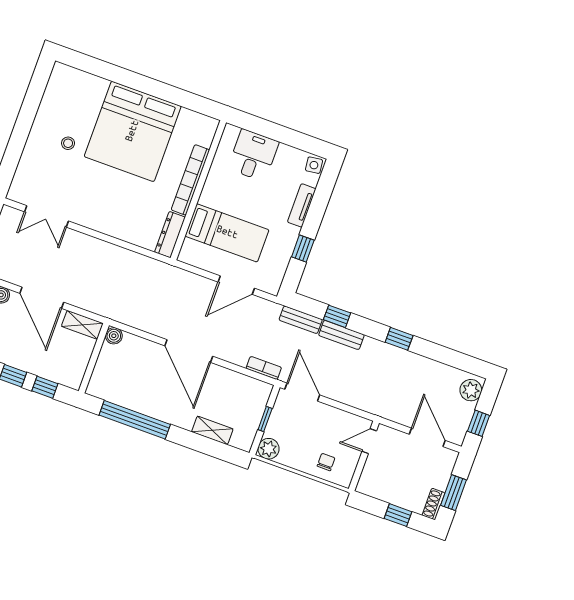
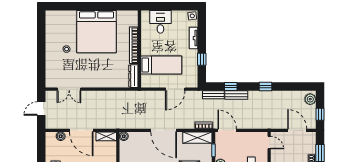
shelving: (245, 386) -> (197, 138), added
door: (369, 441) -> (269, 143), swing flipped

